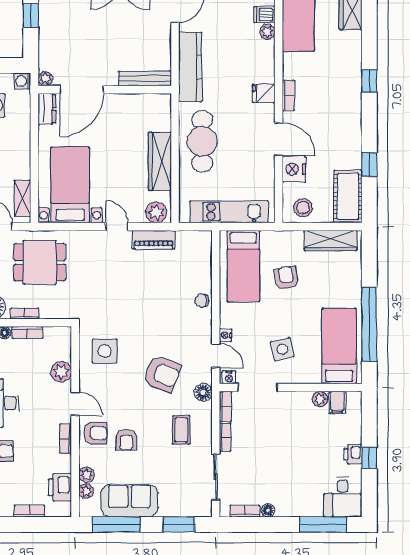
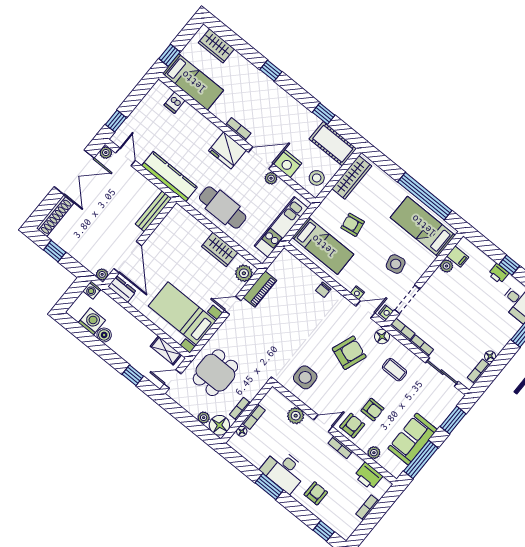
plant: (267, 32) -> (271, 178), moved
fridge: (264, 93) -> (227, 150), width x1.88, depth x1.34
wardrobe: (160, 161) -> (220, 250), width x0.67
plant: (86, 491) -> (384, 461), removed

